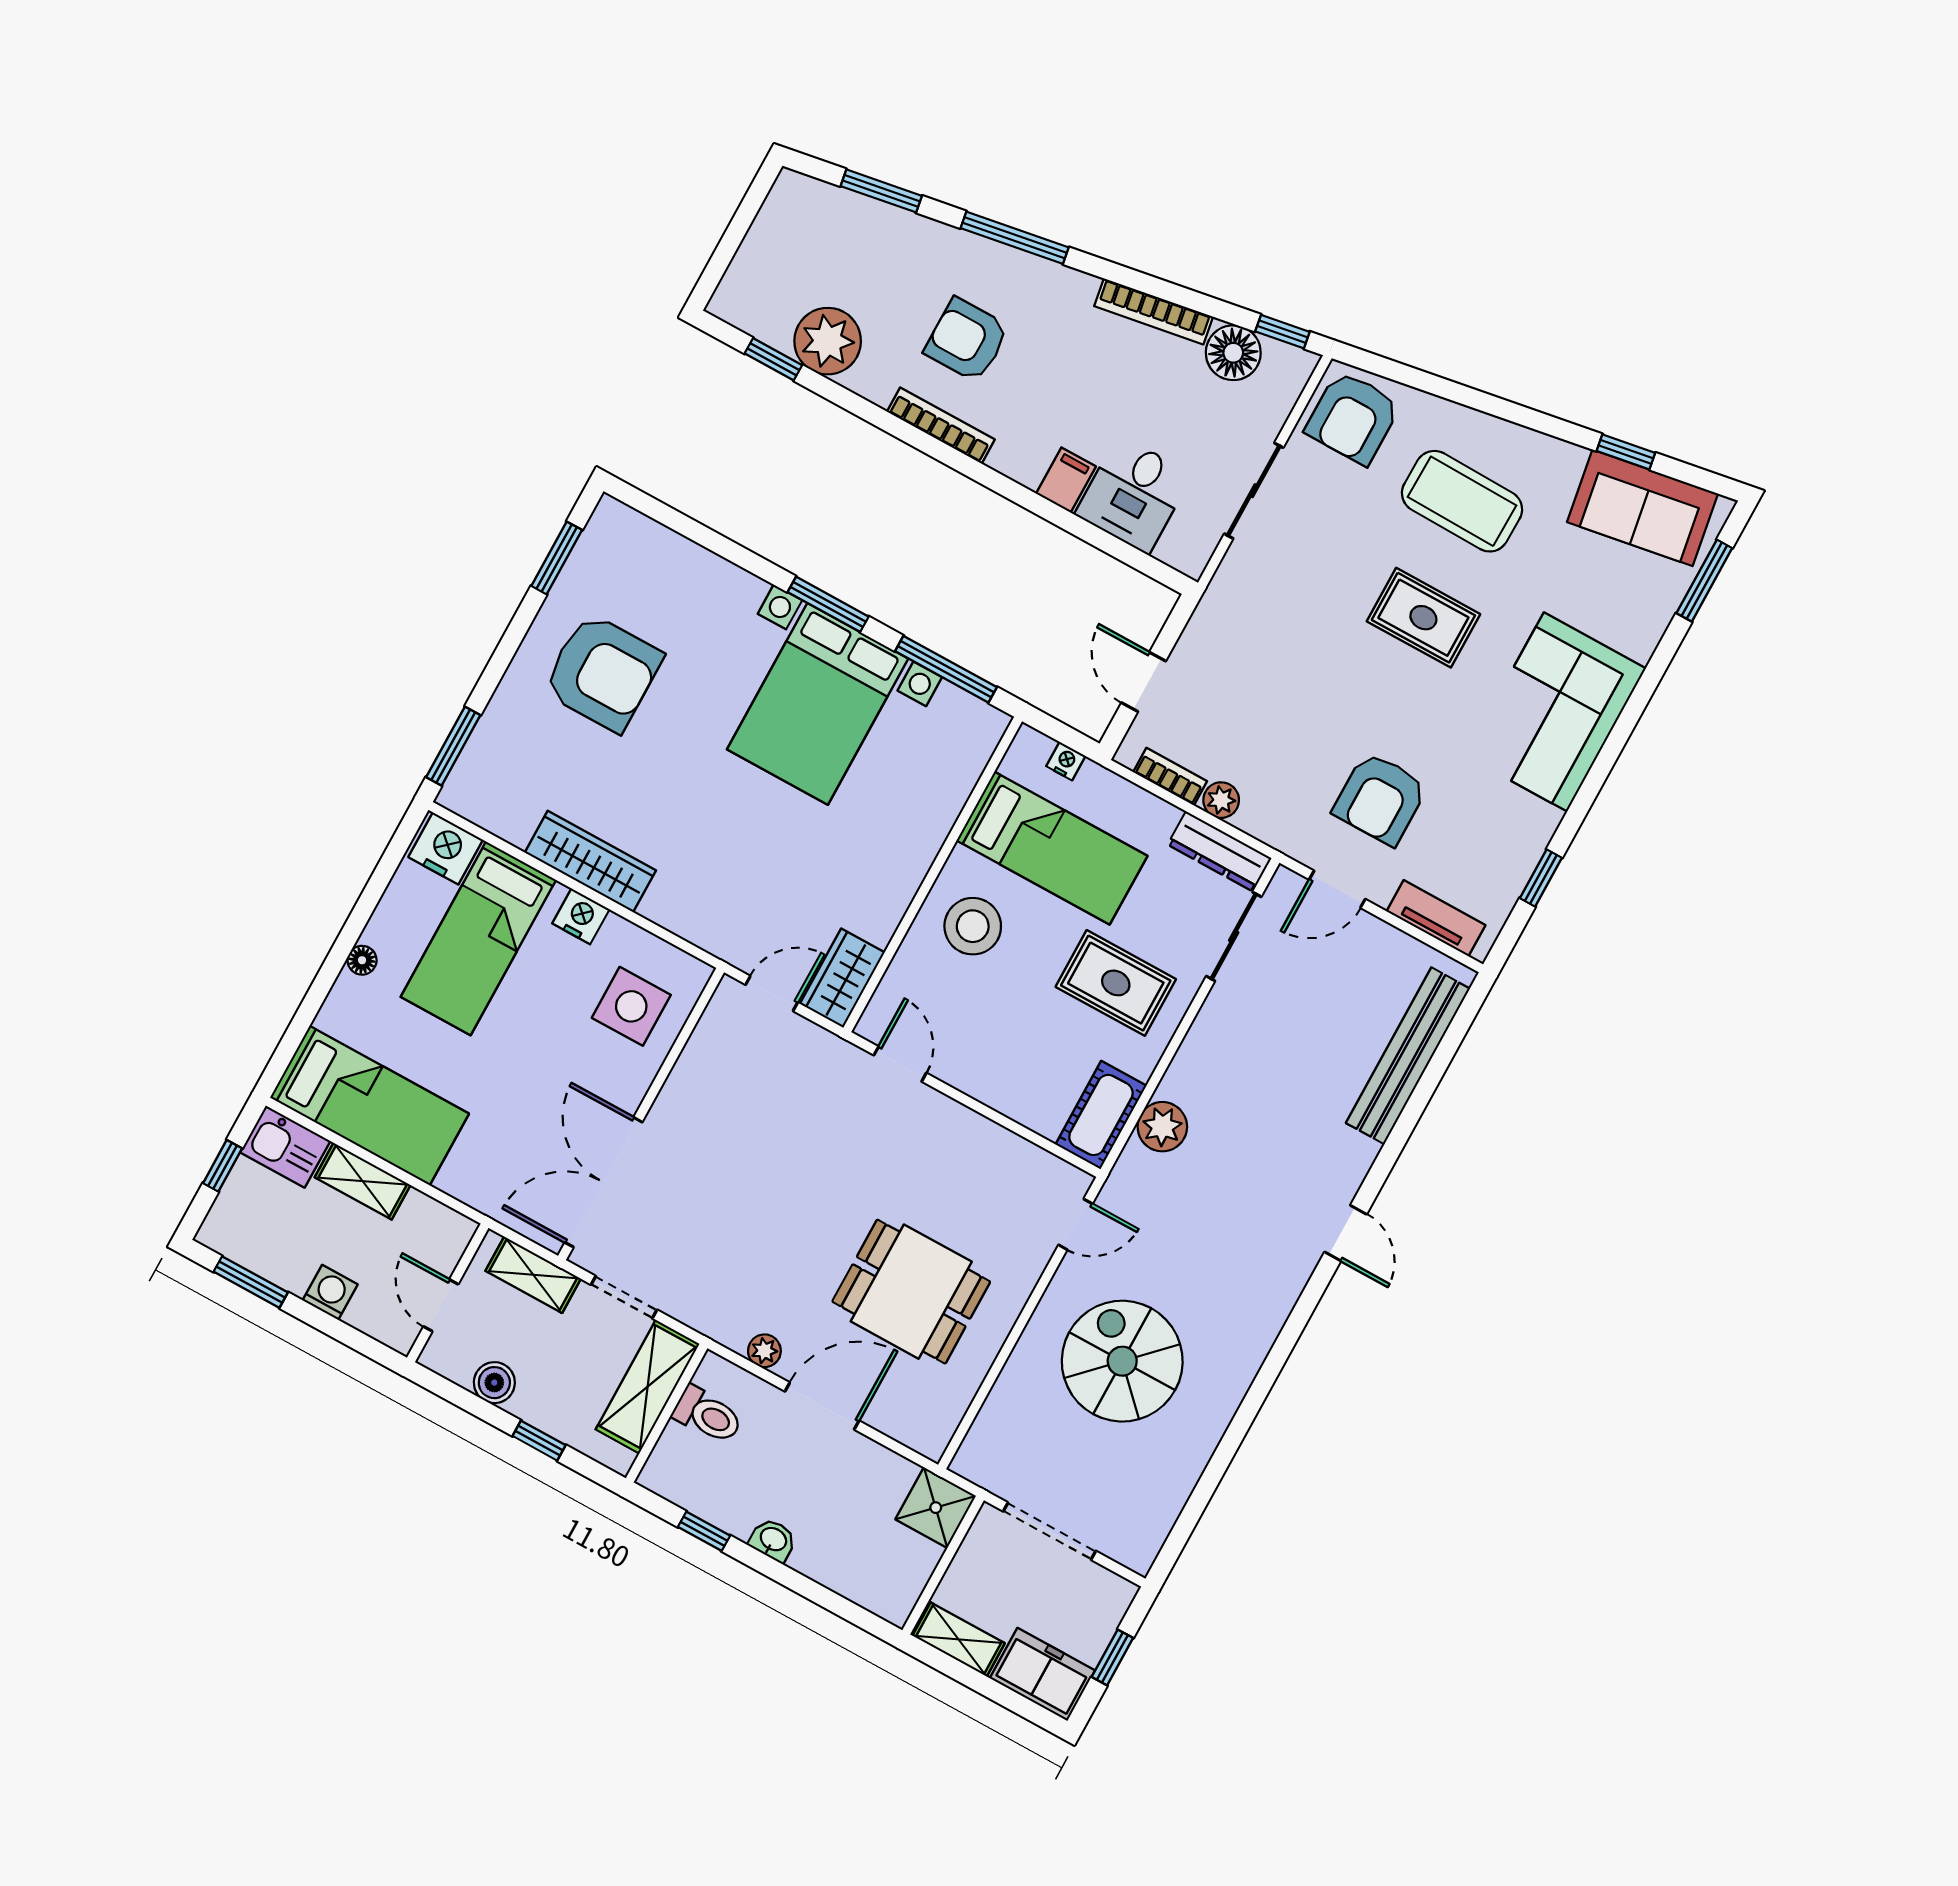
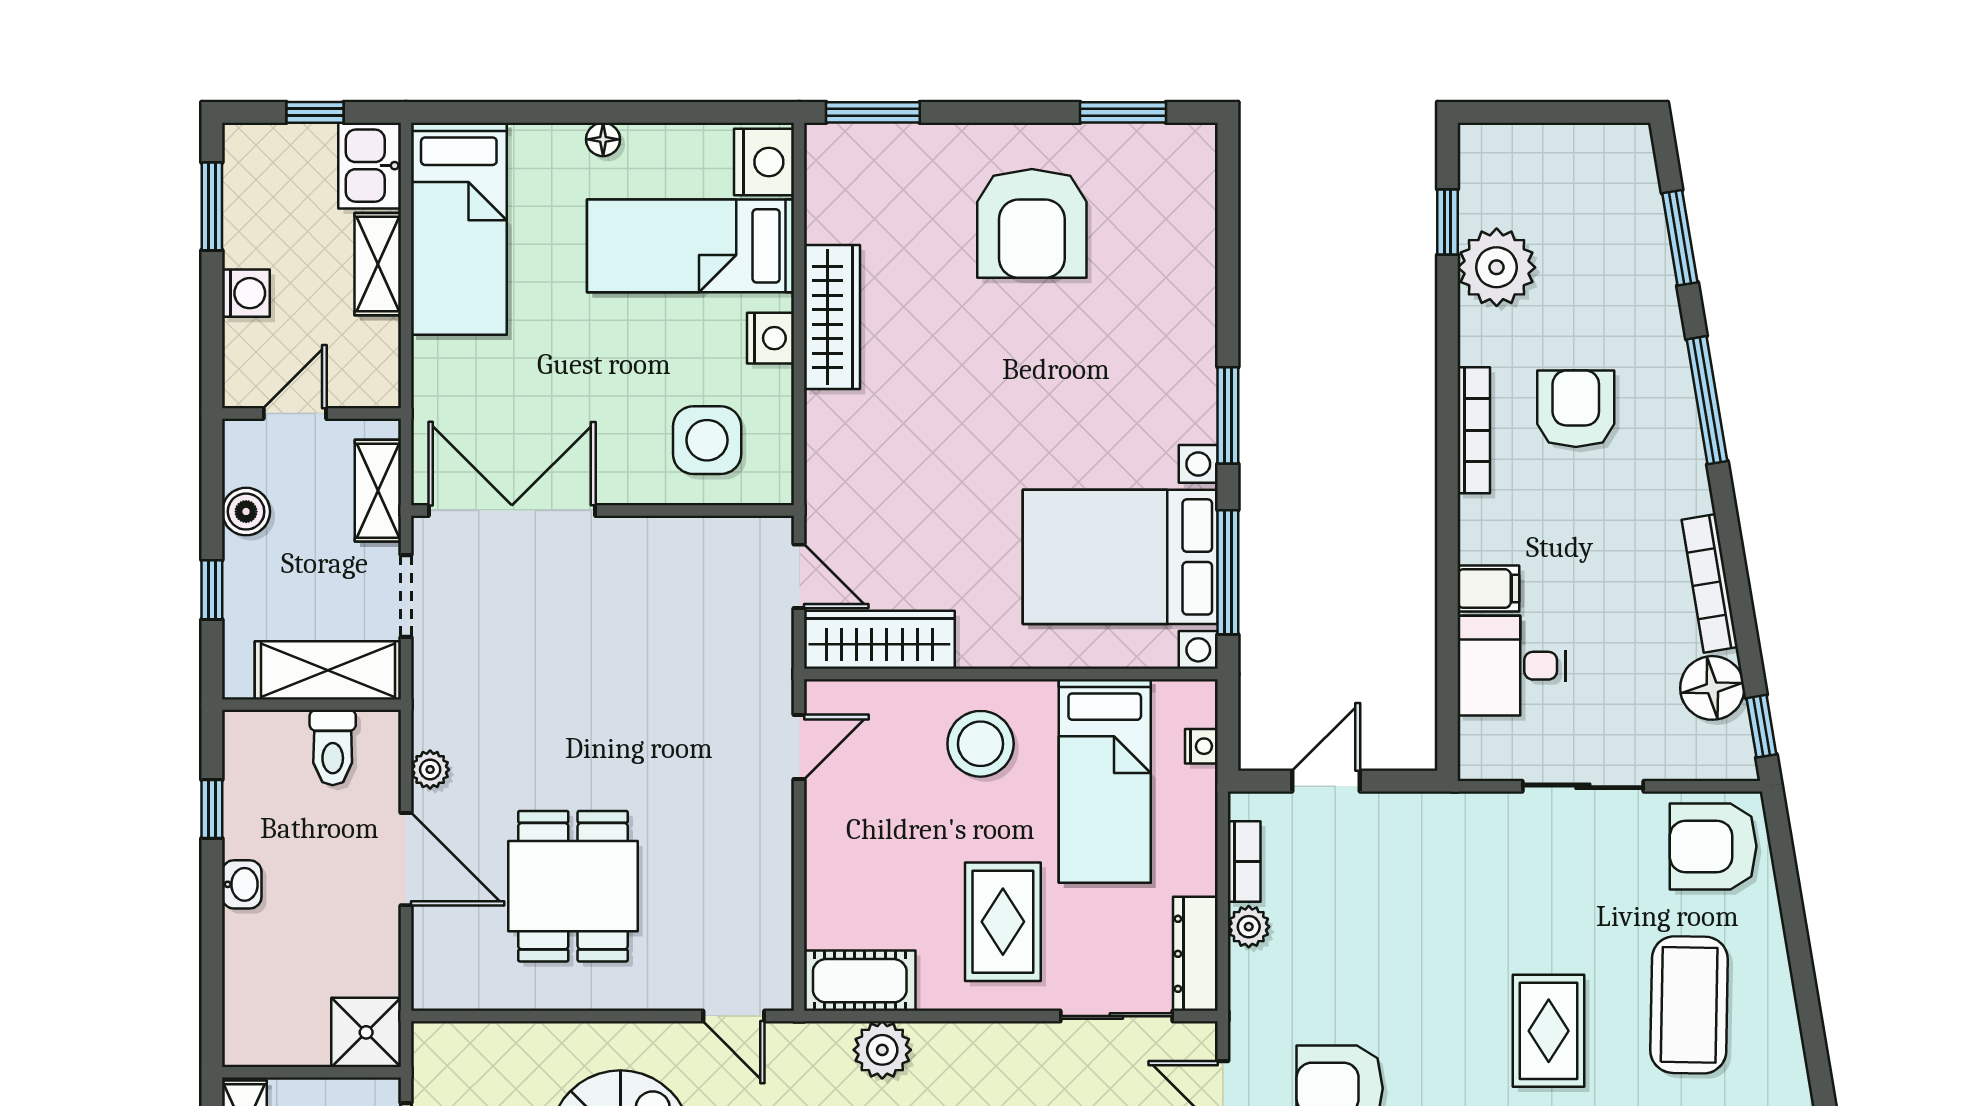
bed with nightstands: (818, 704) -> (1120, 557), moved
wardrobe: (842, 978) -> (879, 640), width x1.50

